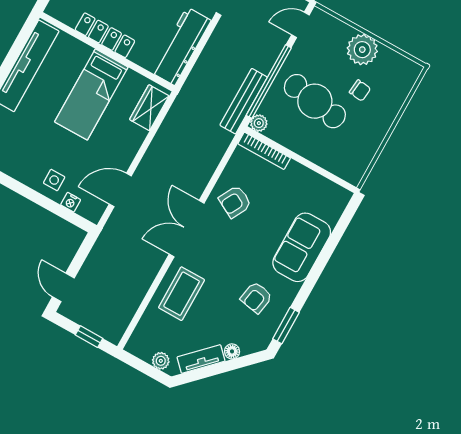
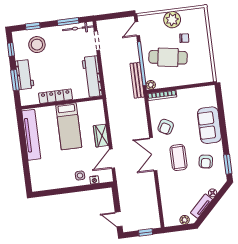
wardrobe: (149, 108) -> (101, 136), moved
coffee table: (182, 294) -> (178, 158), moved

